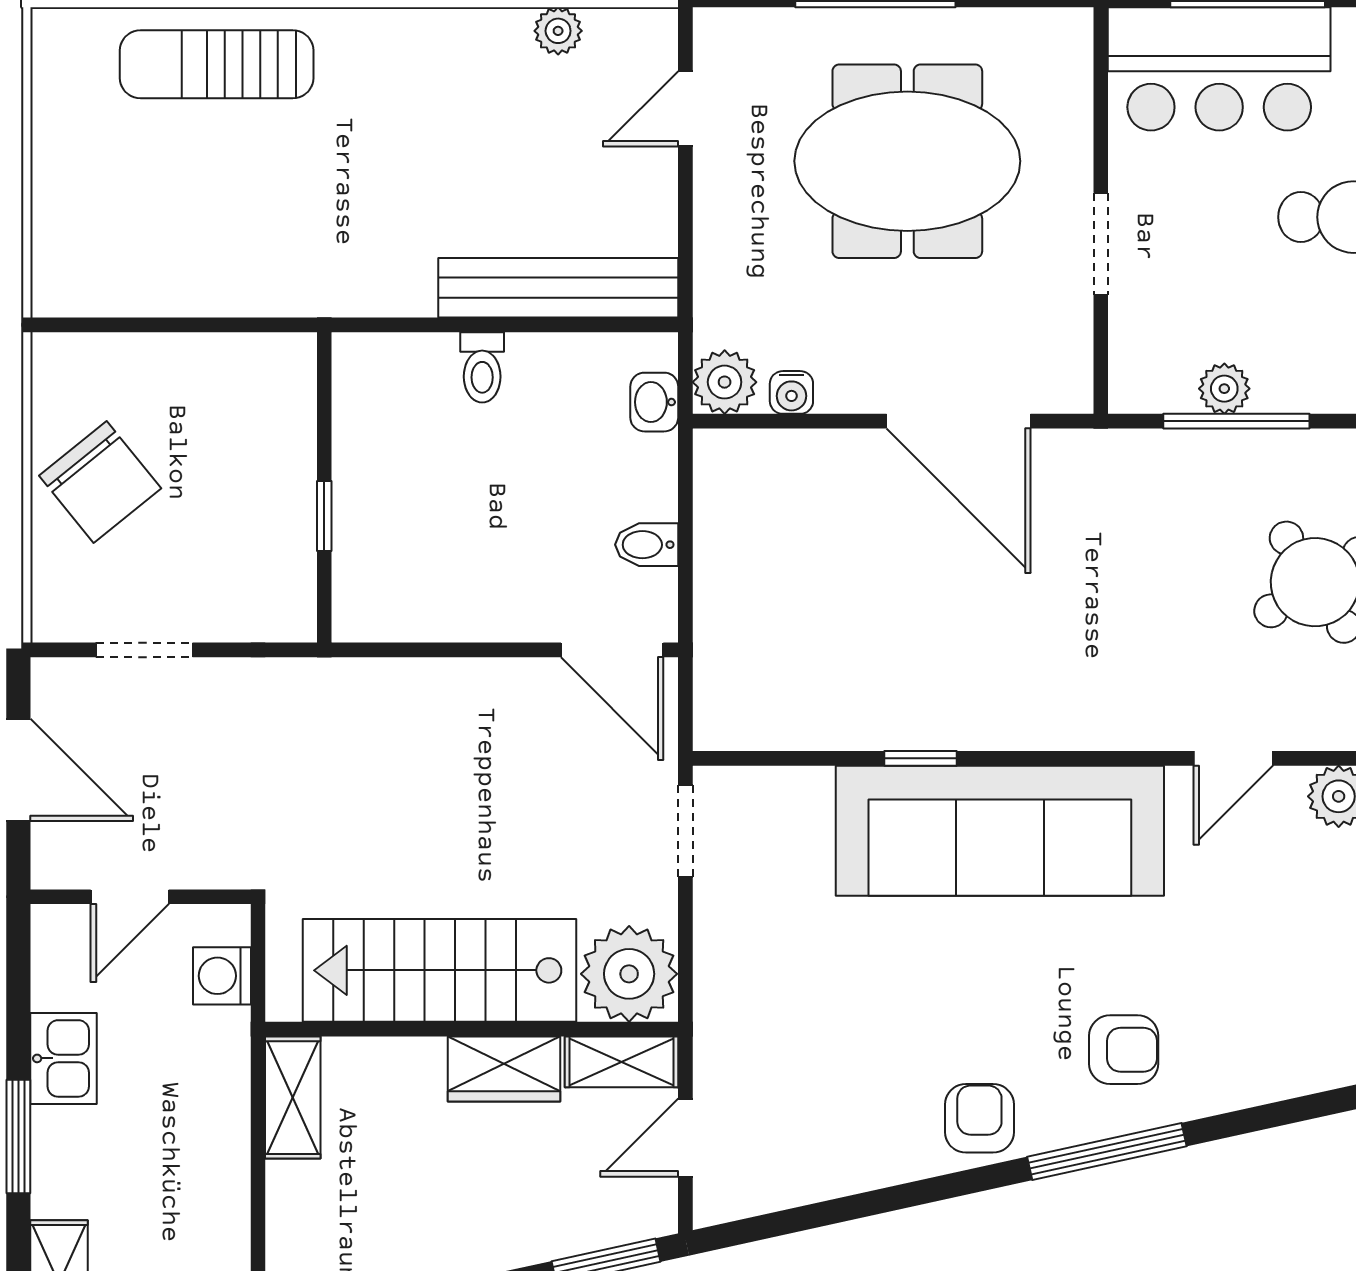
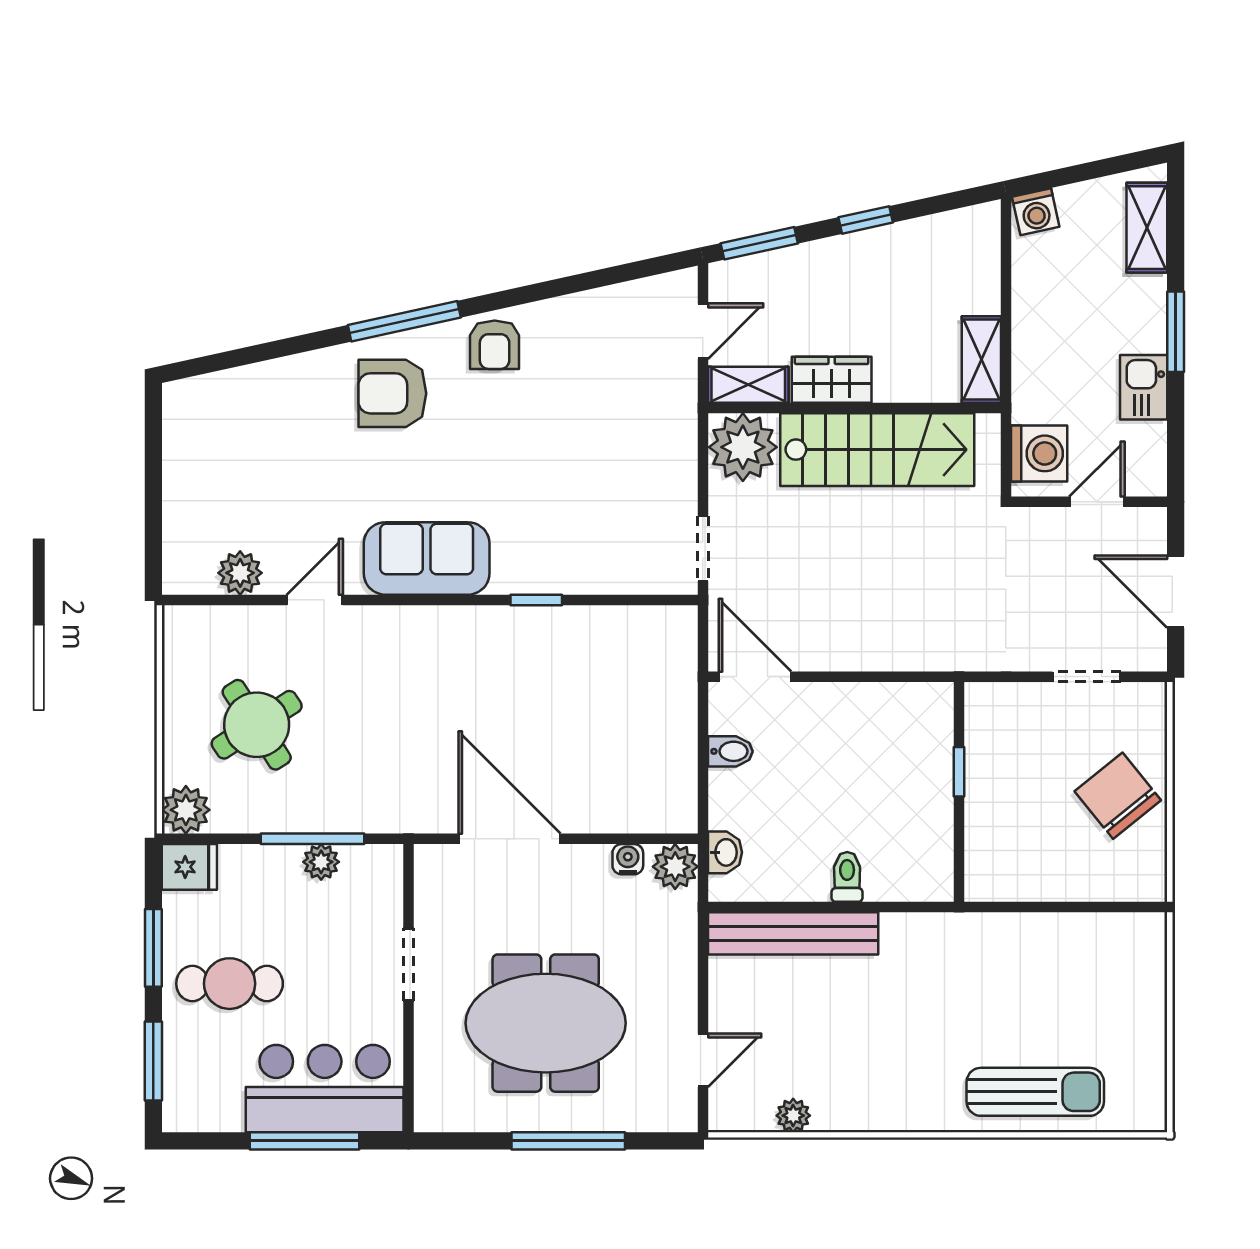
sofa: (1000, 831) -> (427, 558), width x0.54, depth x0.79
washing machine: (222, 976) -> (1039, 453), width x1.38, depth x1.38
armchair: (1124, 1050) -> (392, 393), width x1.38, depth x1.38

